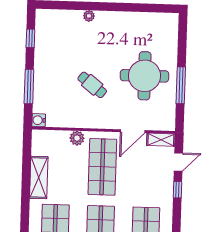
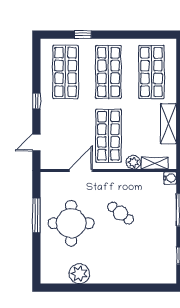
plant: (89, 16) -> (79, 274), moved, width x1.87, depth x1.87
shelving: (161, 140) -> (155, 163), moved
window: (177, 190) -> (36, 101), moved

